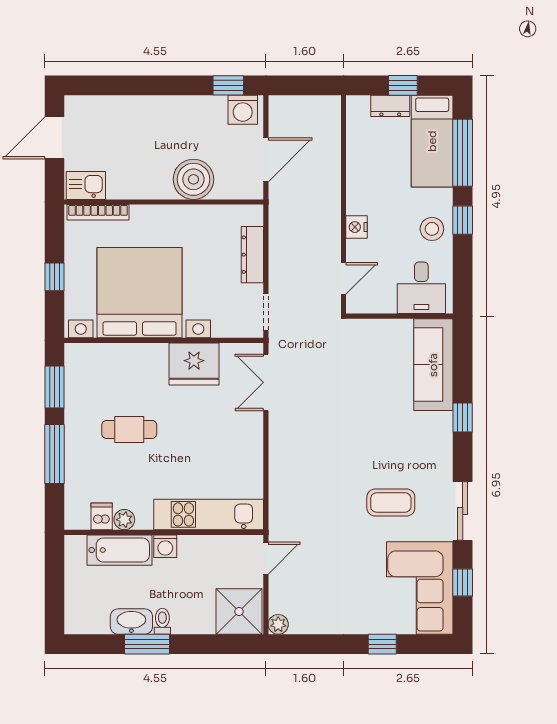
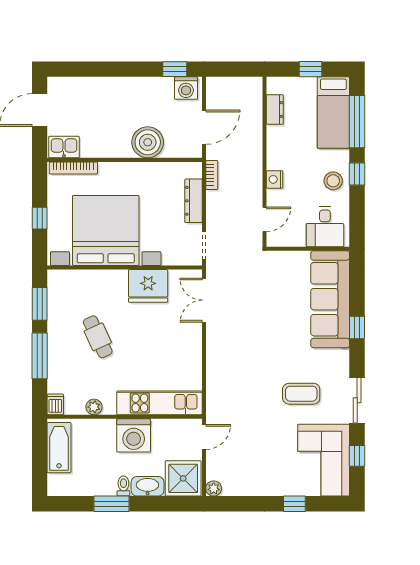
dresser: (390, 106) -> (275, 109), moved, turned -90
bookcase: (276, 221) -> (212, 175), added
sofa: (433, 365) -> (330, 299), width x1.36, depth x1.27
cafe table: (129, 429) -> (98, 337), turned 65
dishwasher: (102, 516) -> (55, 404), moved
washing machine: (165, 546) -> (134, 435), width x1.89, depth x1.89
bathtub: (120, 550) -> (59, 448), moved, turned -90
washbasin: (131, 622) -> (148, 486), moved

